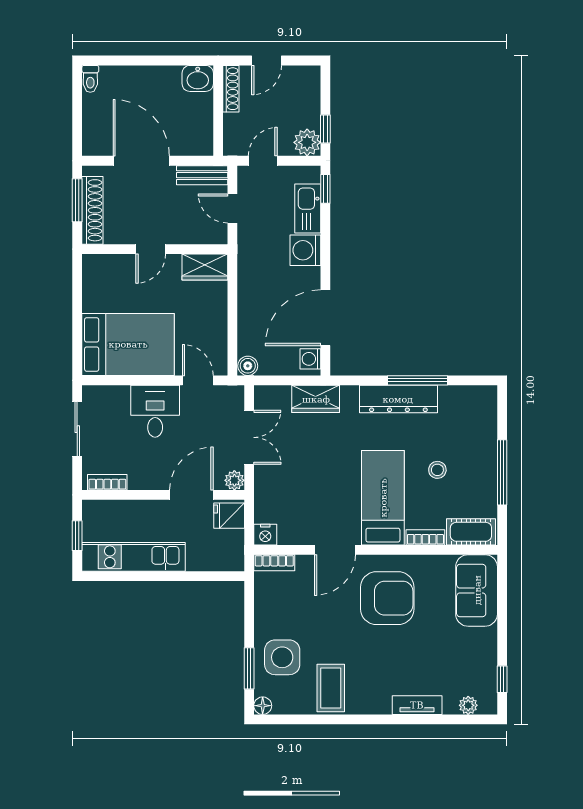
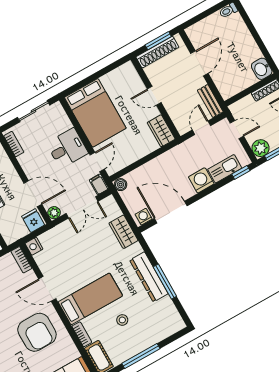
door: (141, 161) -> (199, 63), width x0.73
filing cabinet: (230, 396) -> (99, 184), added

